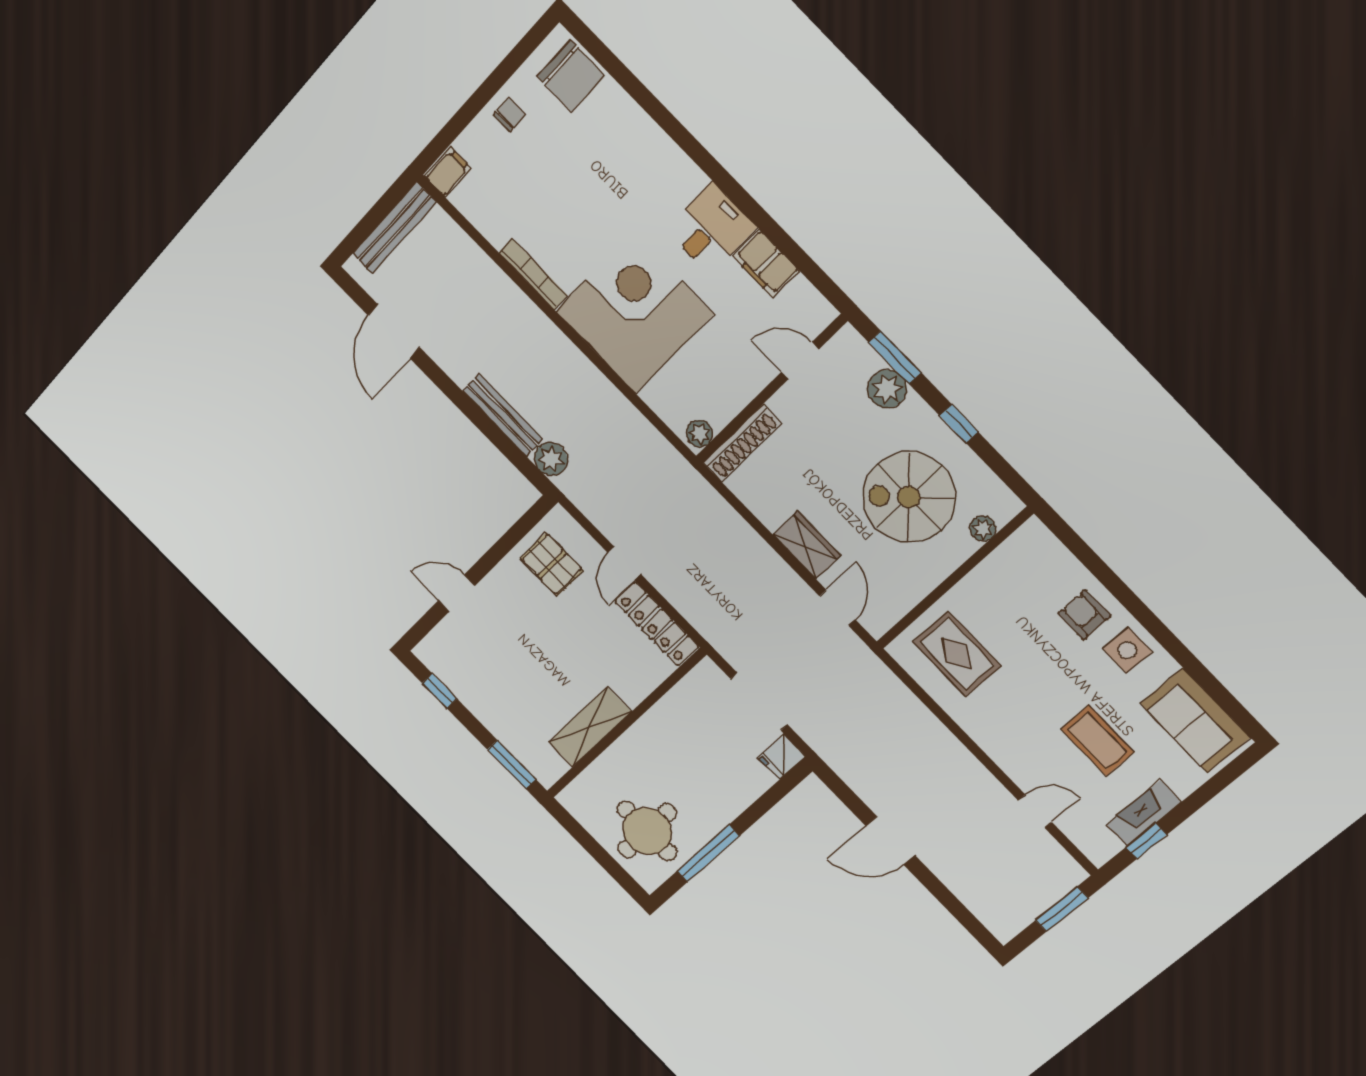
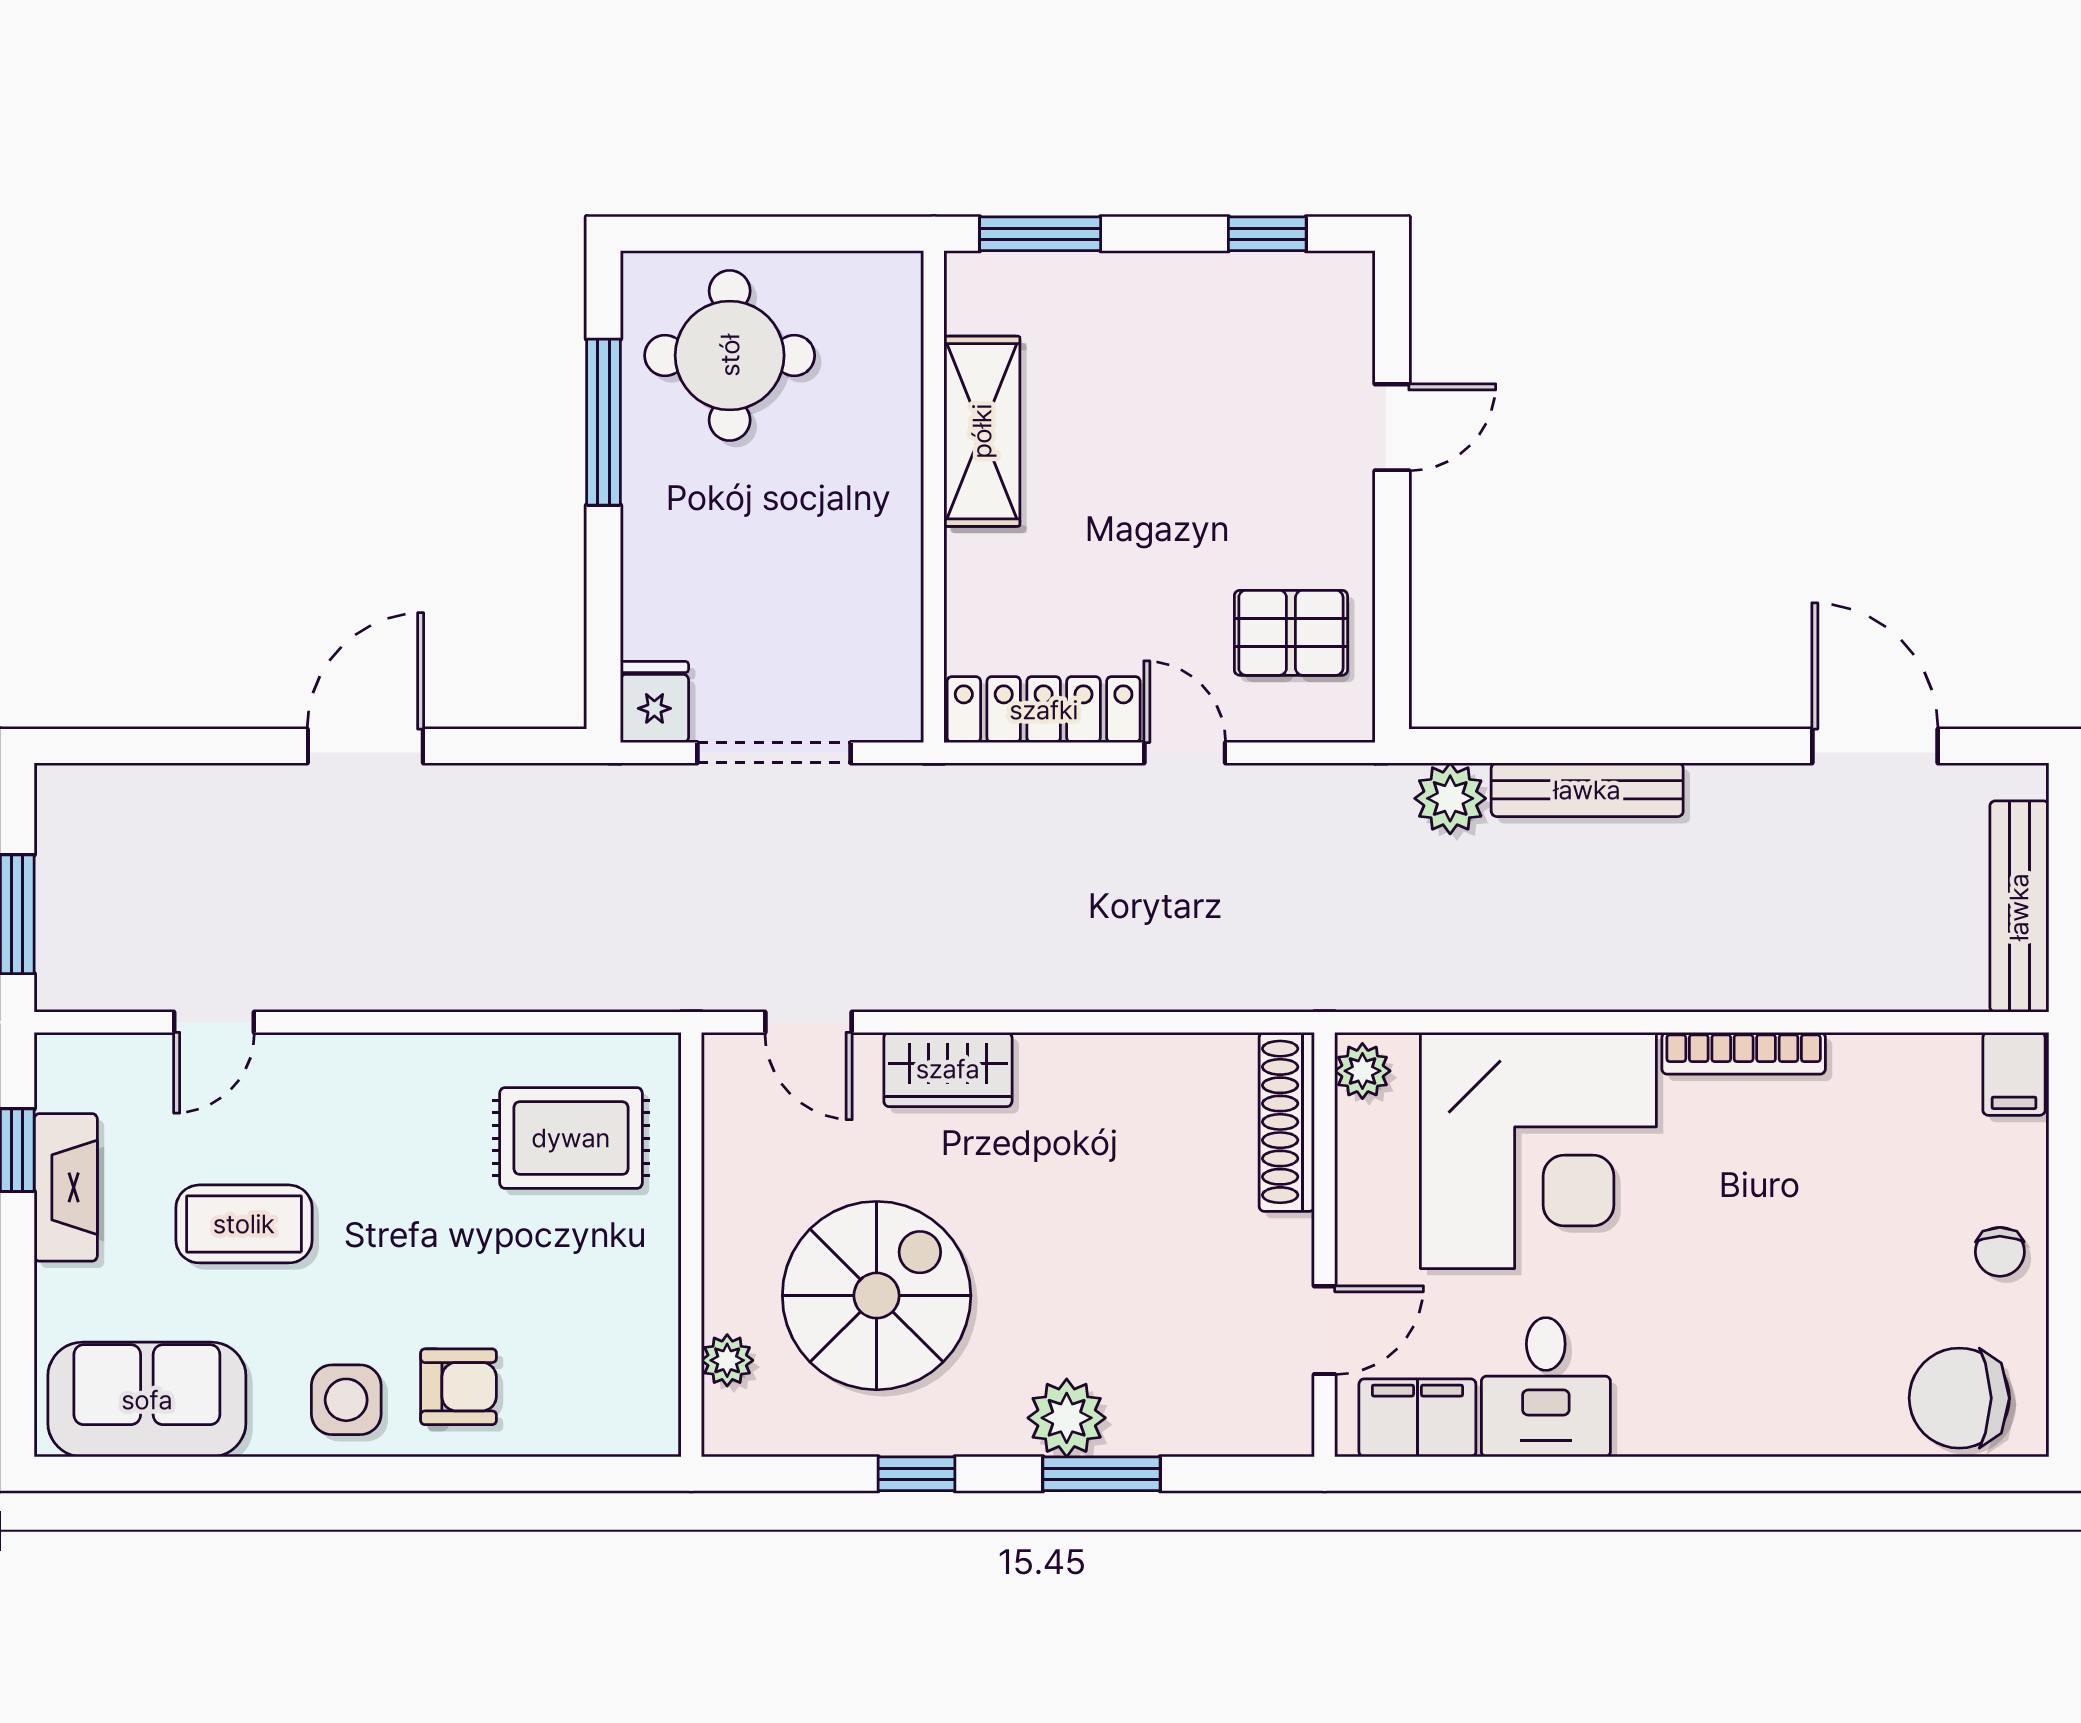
door: (800, 361) -> (1325, 1330), moved
wall: (771, 389) -> (1325, 1245), moved
plant: (700, 434) -> (1362, 1071), moved
shoe rack: (742, 443) -> (1287, 1122), moved

